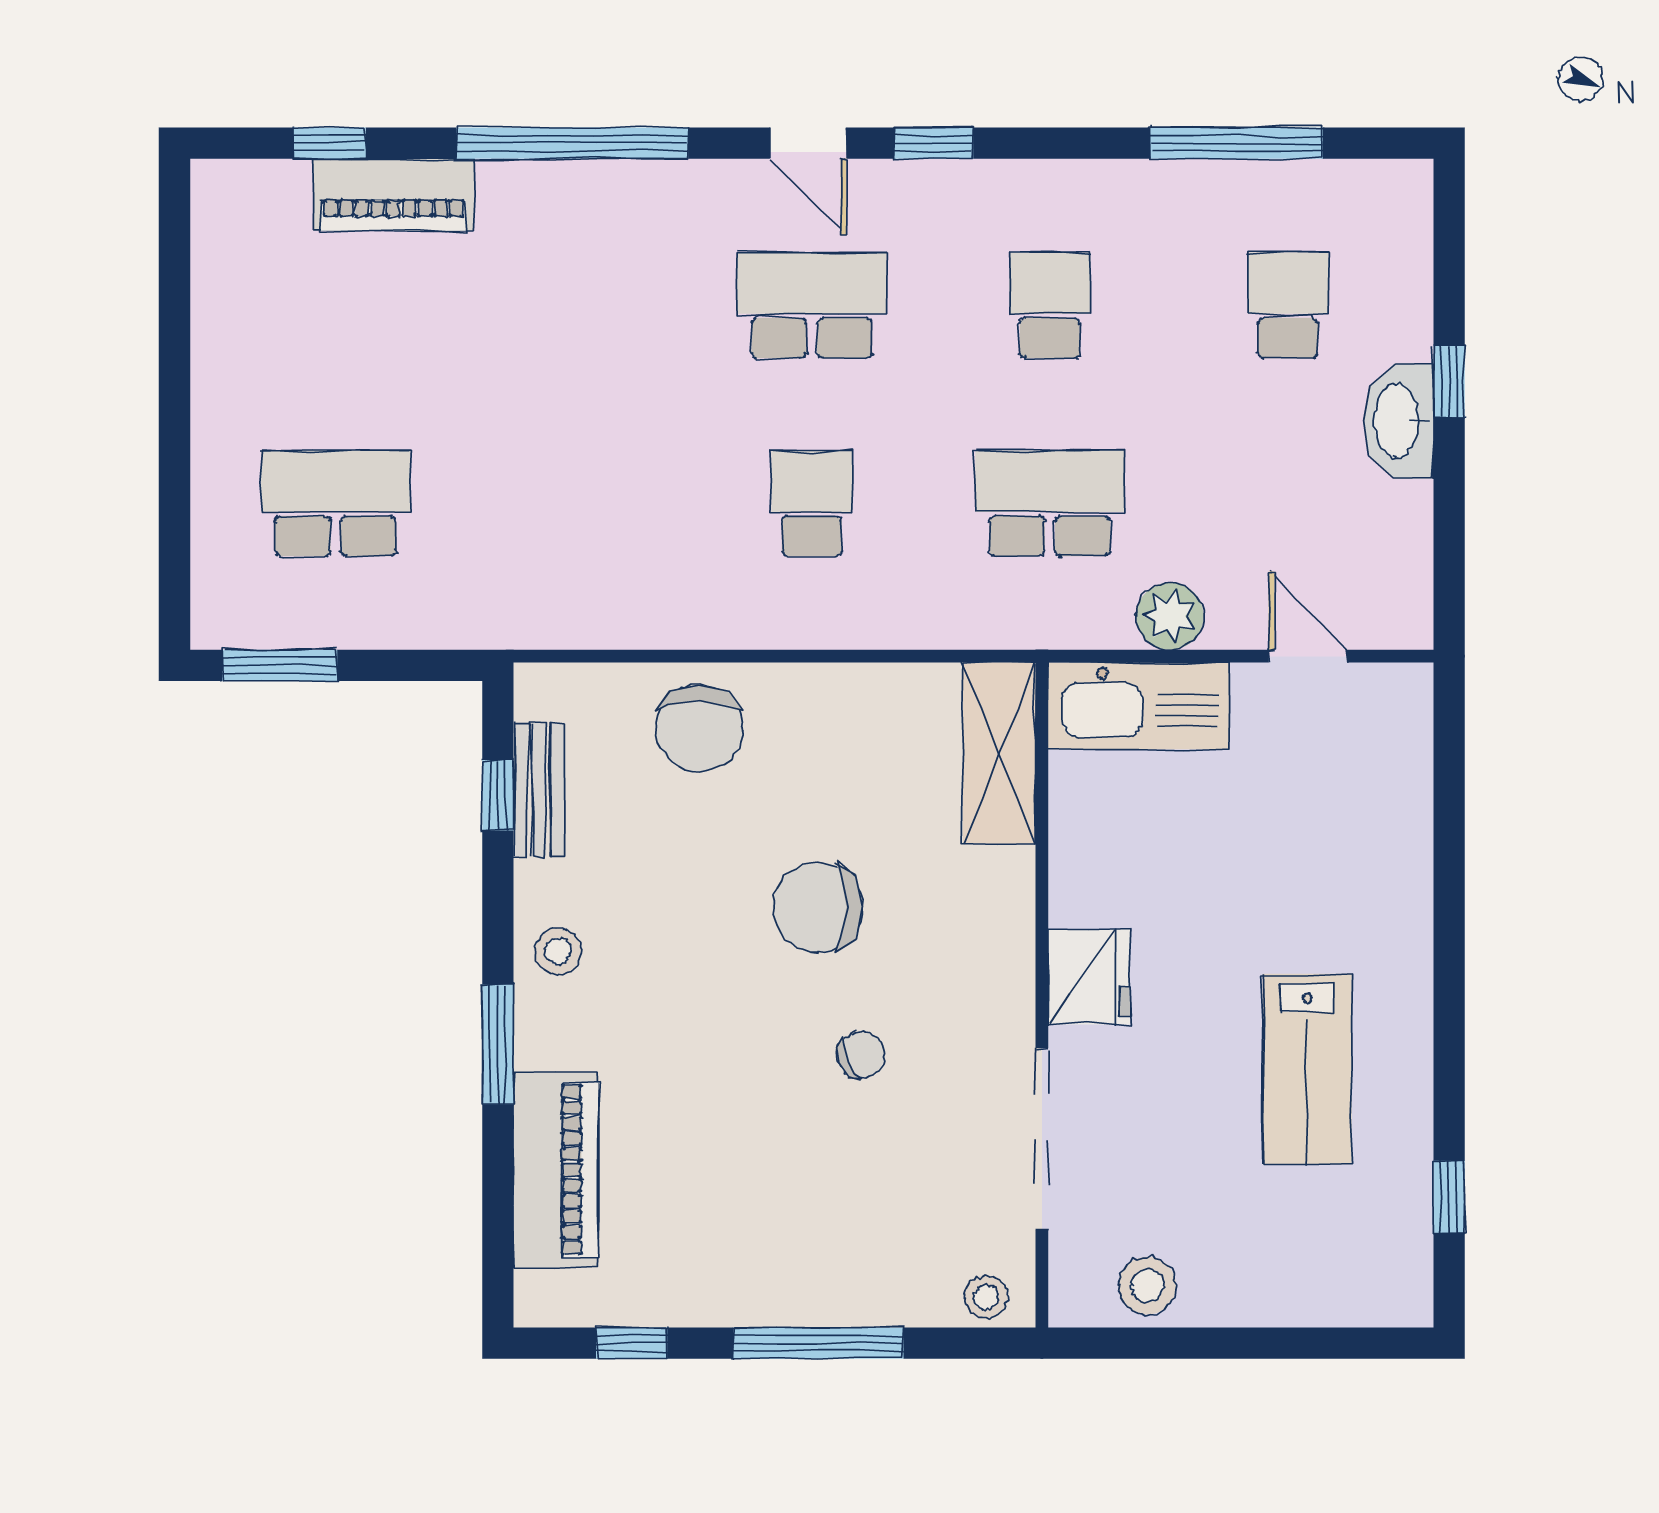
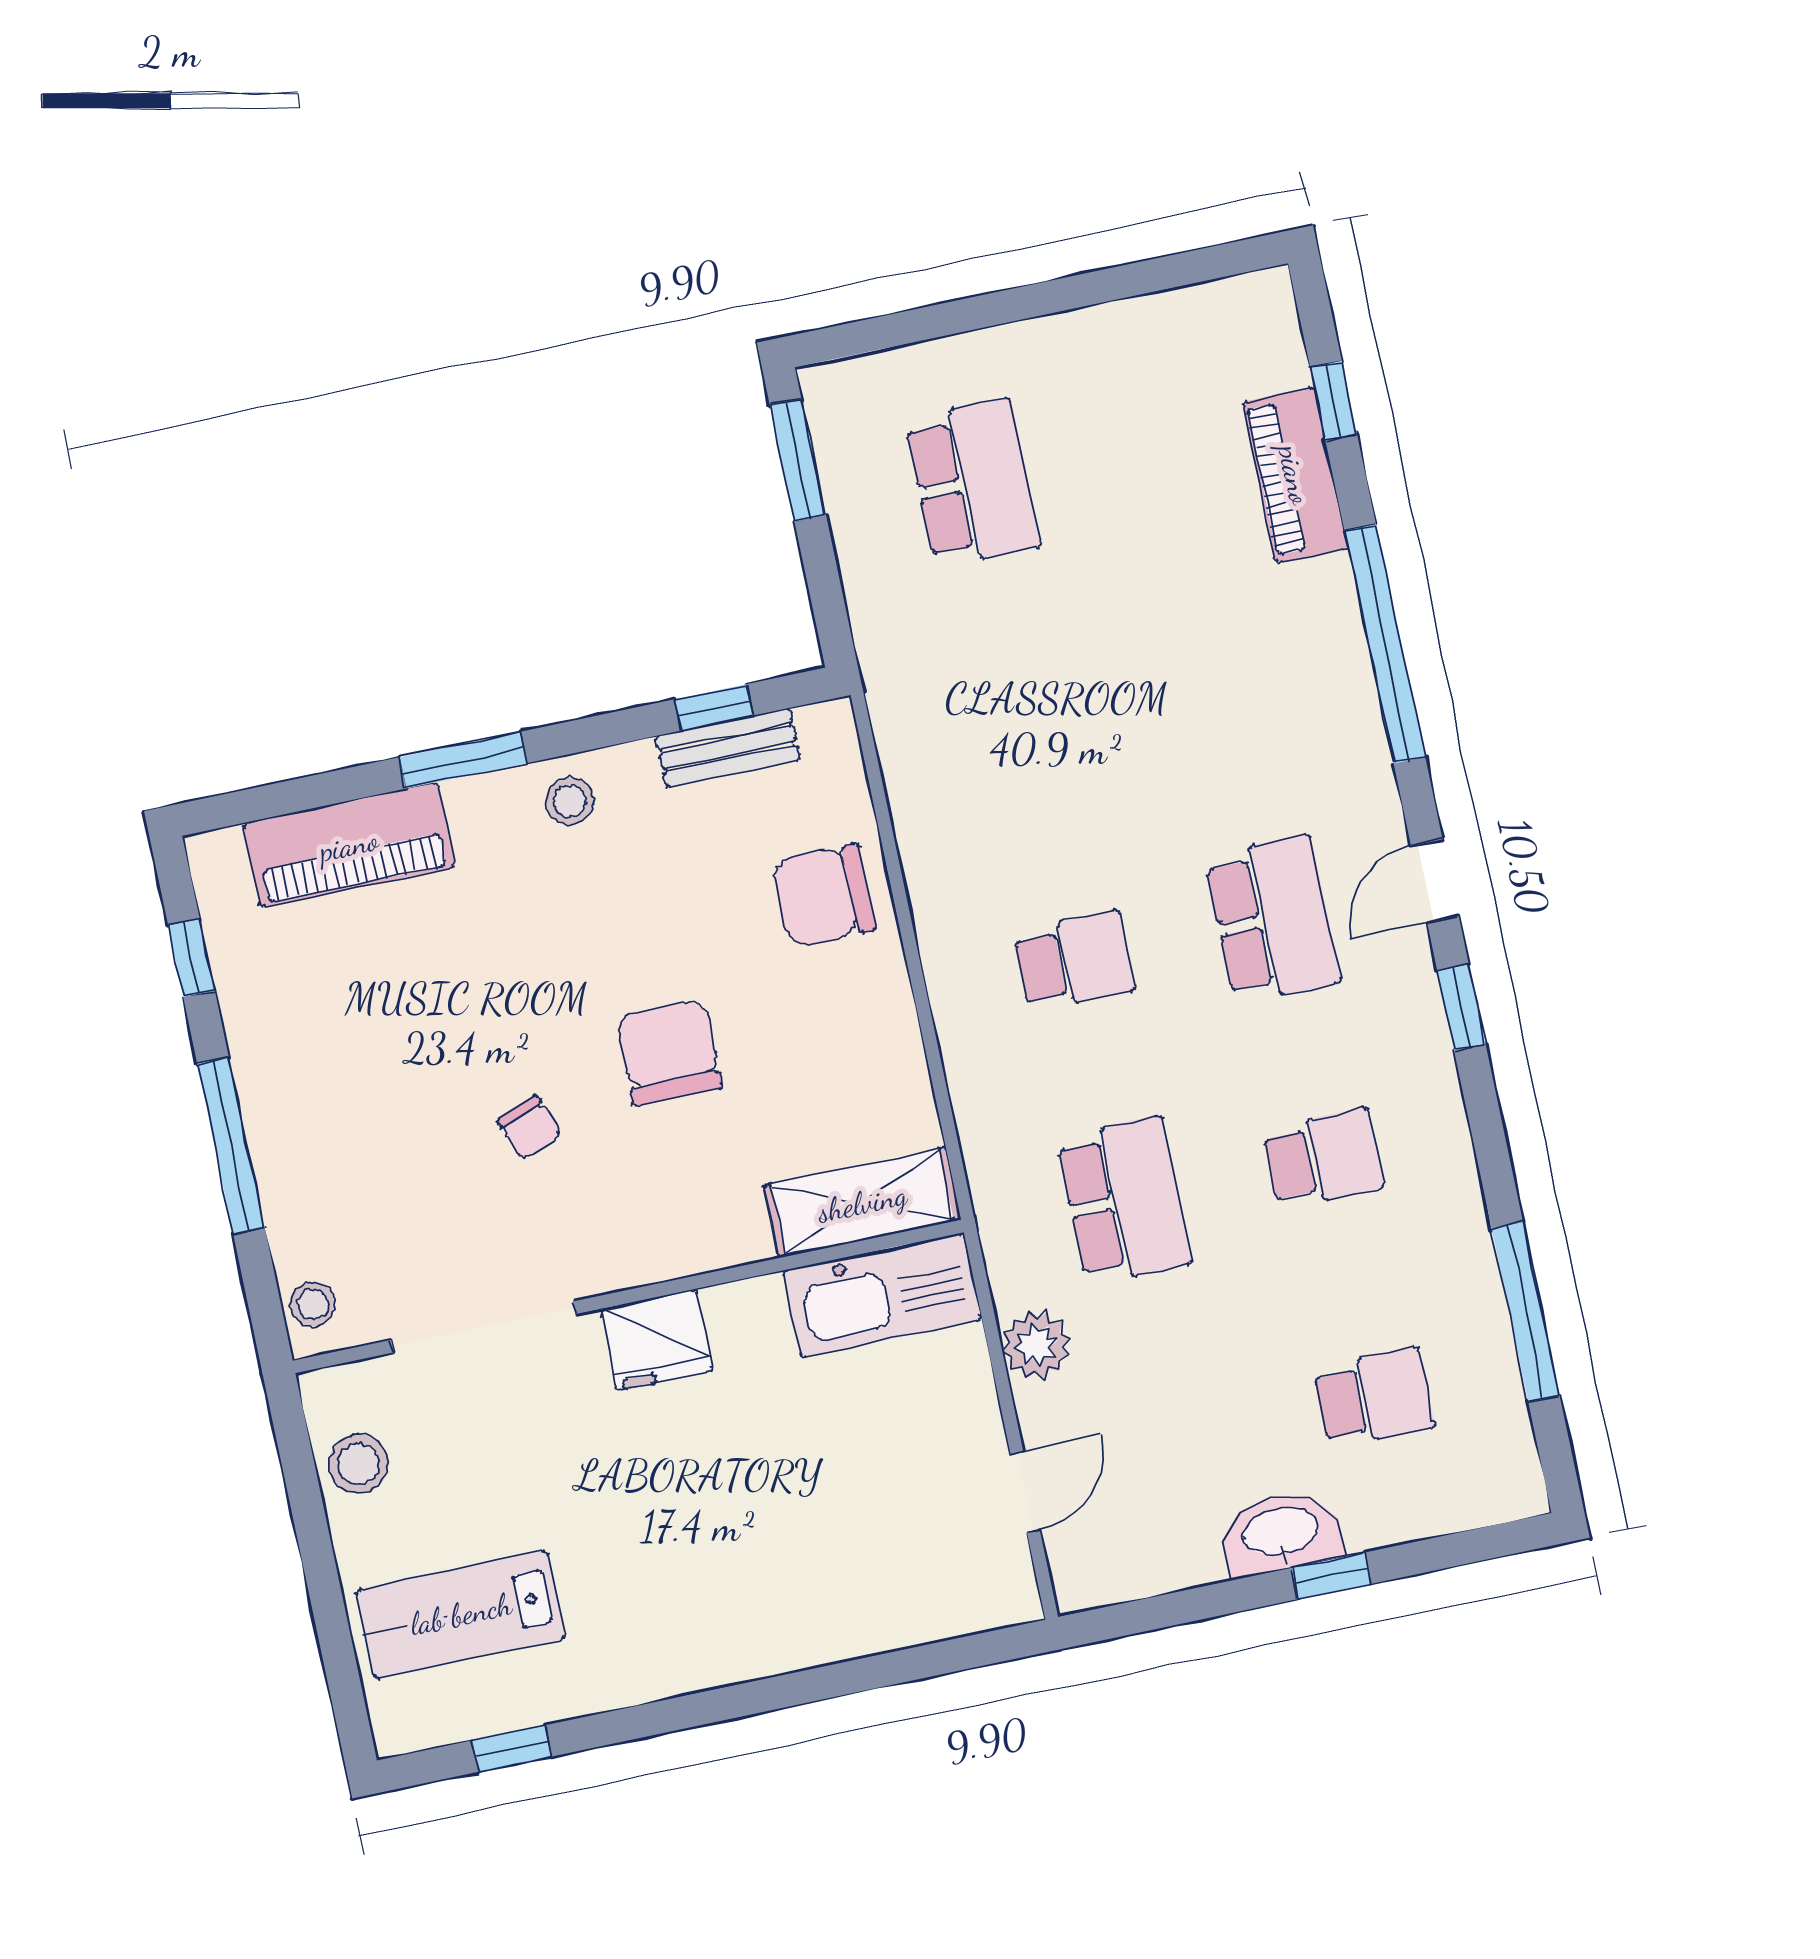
kitchen sink: (1139, 706) -> (882, 1295), moved, turned -90
lab bench: (1307, 1069) -> (461, 1614), moved

